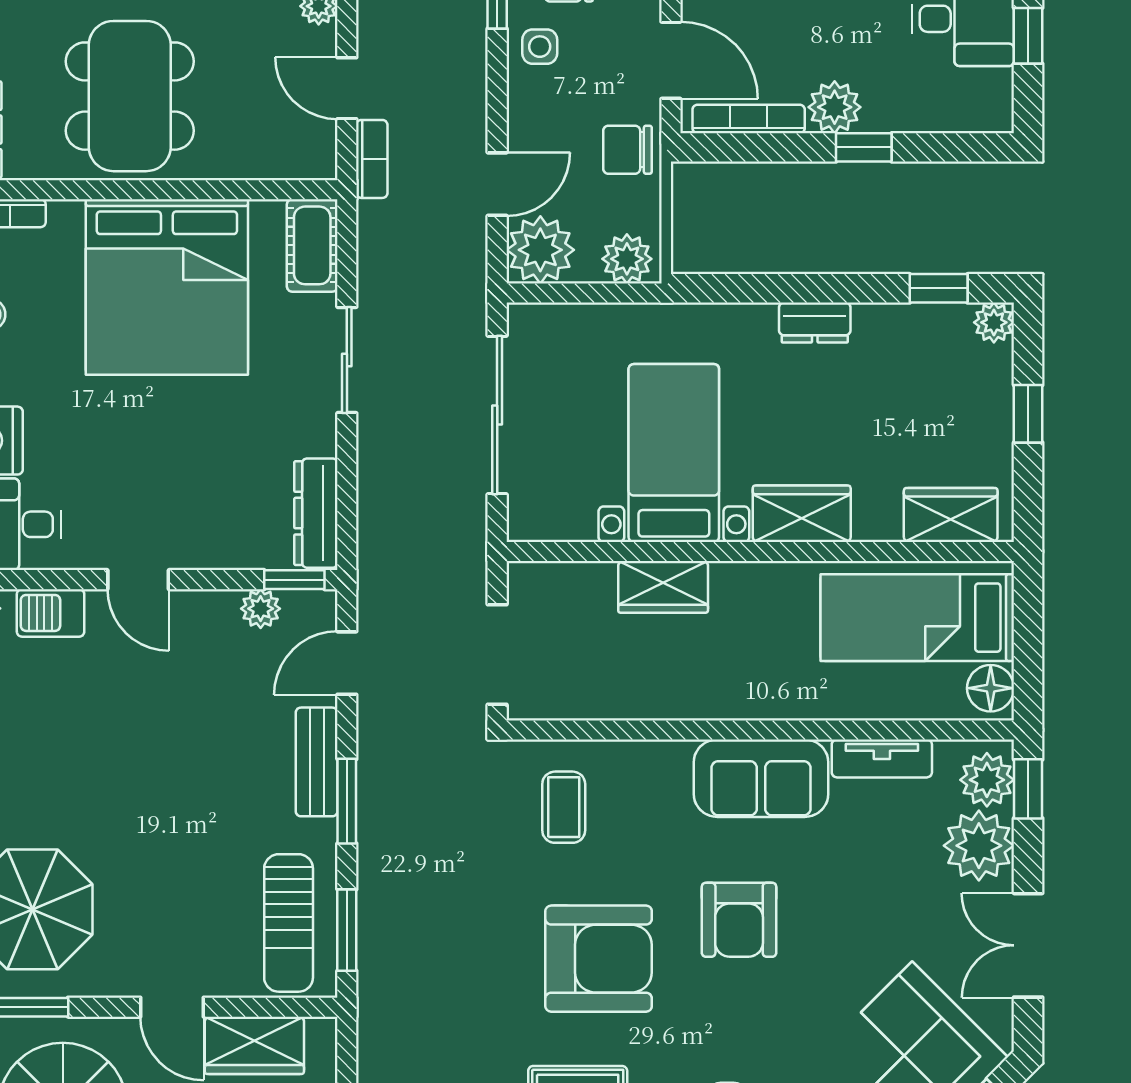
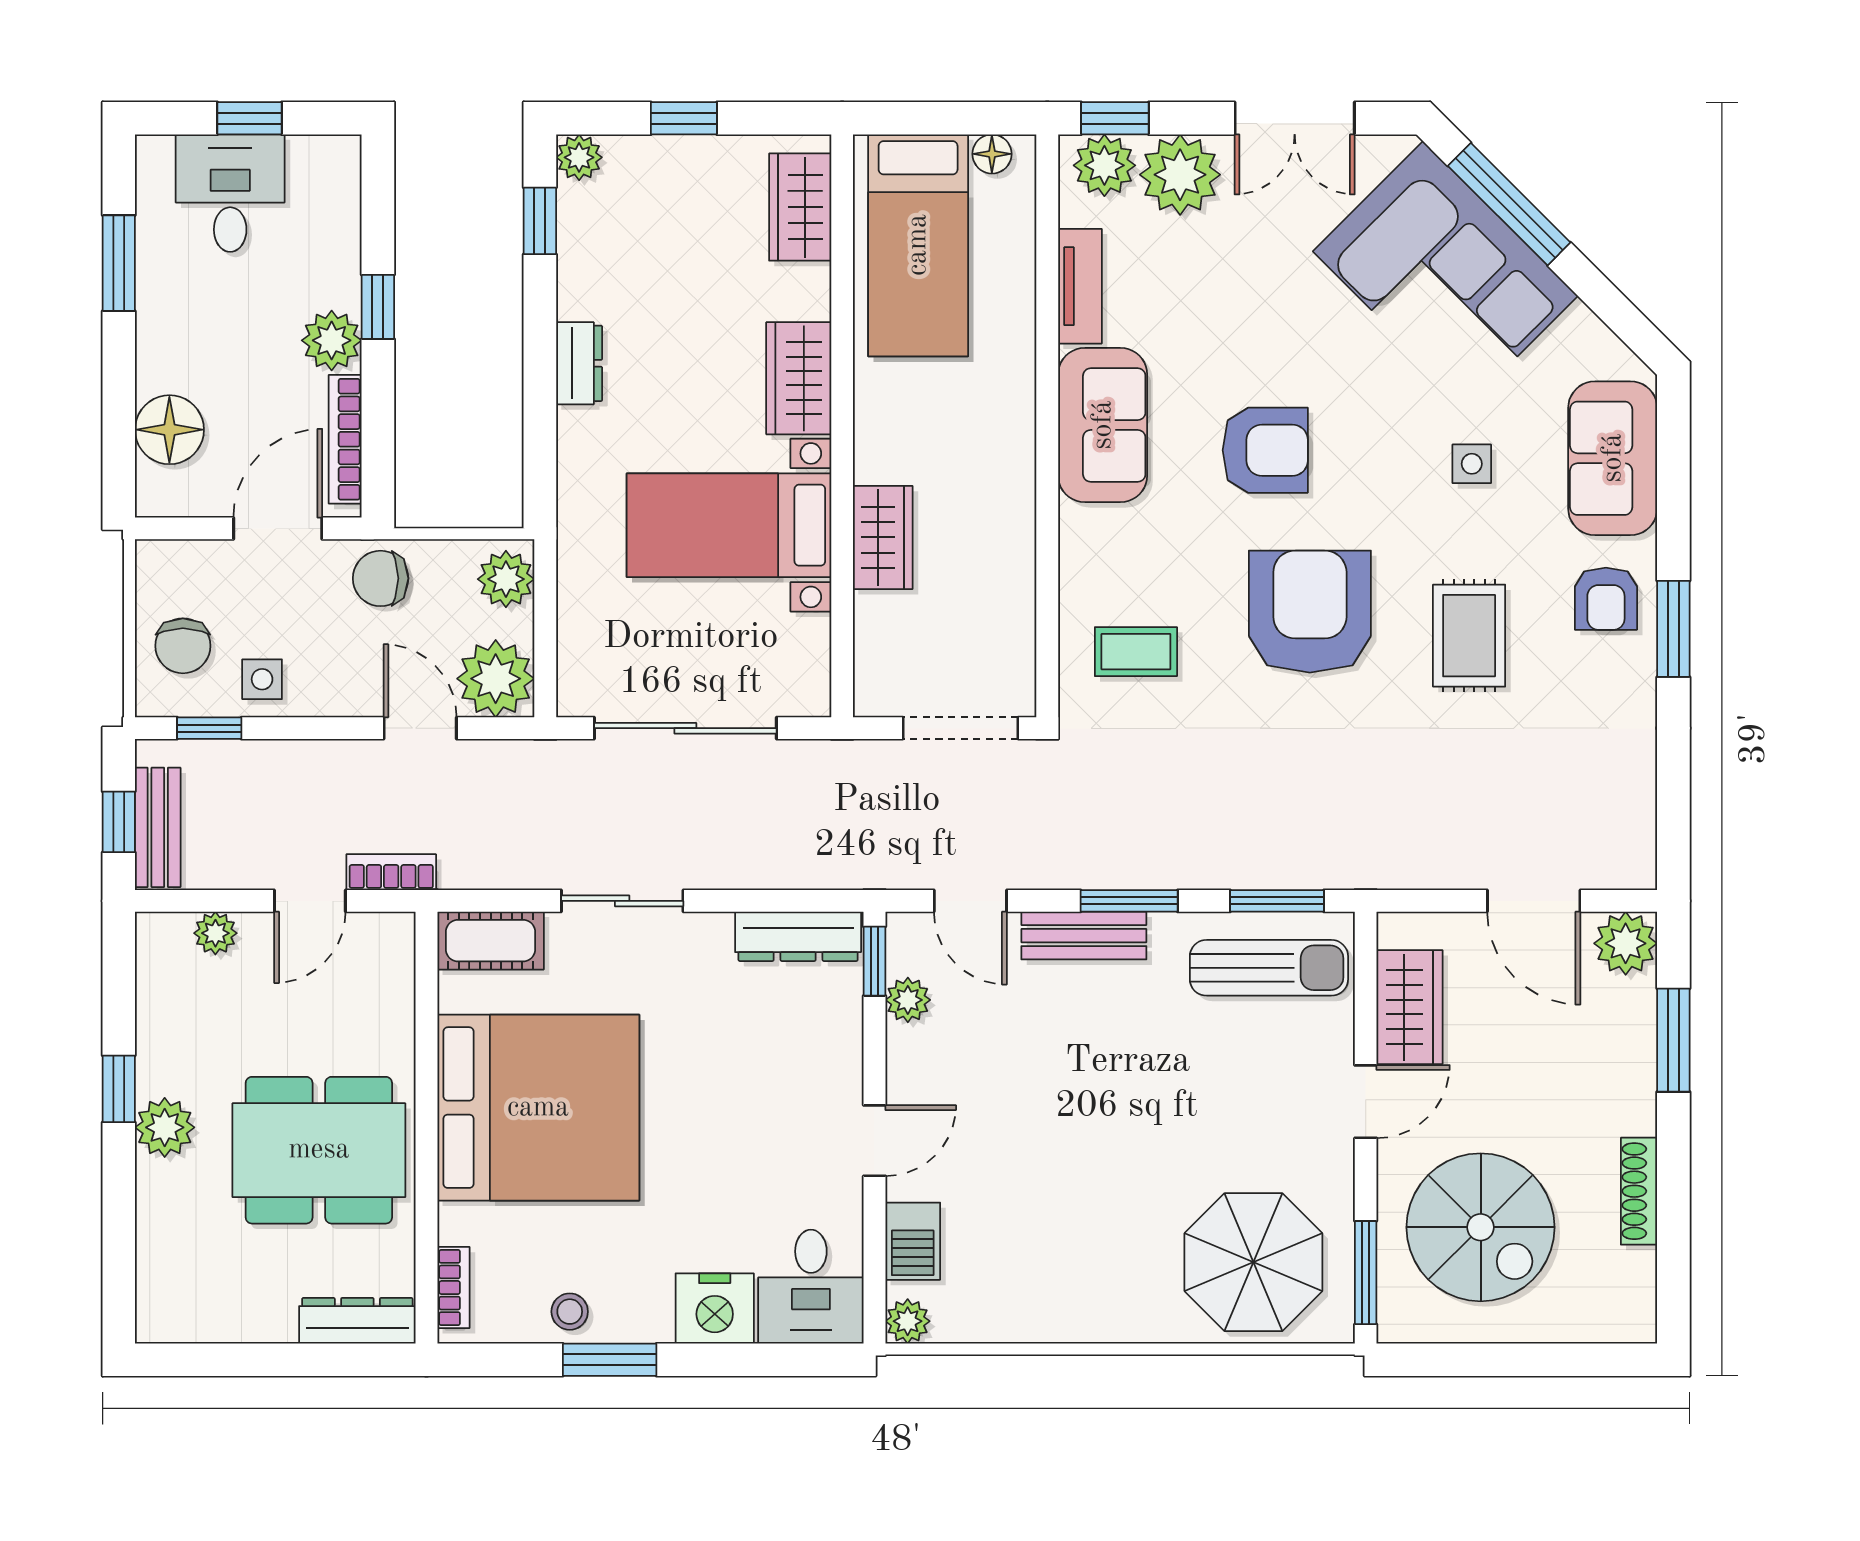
chair: (627, 150) -> (381, 578), turned 90
floor lamp: (991, 688) -> (992, 154), width x0.73, depth x0.73

